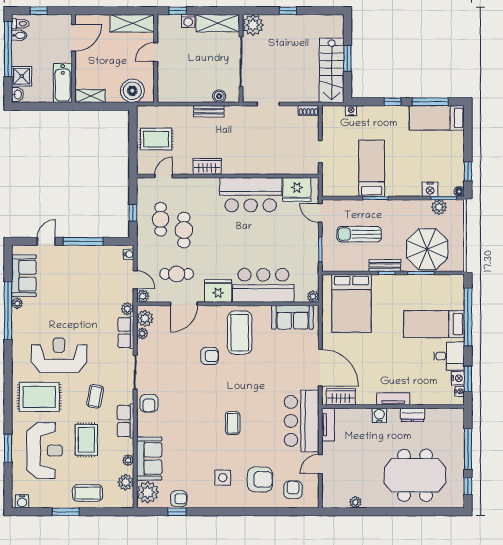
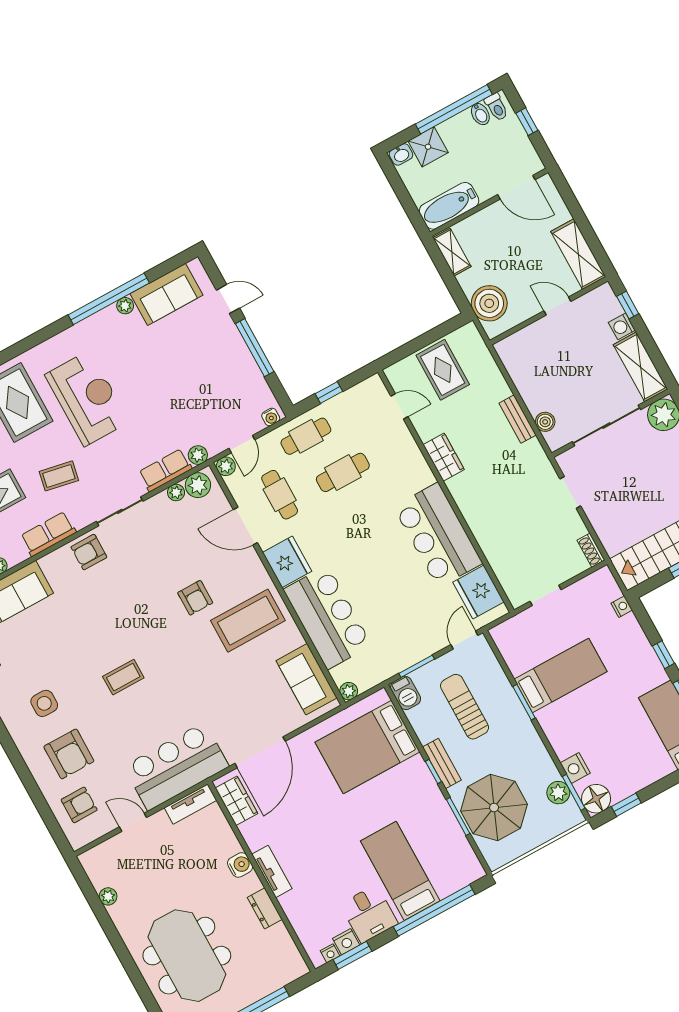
floor lamp: (459, 192) -> (596, 799), width x1.89, depth x1.89
cafe table: (161, 219) -> (306, 436), moved
barbecue: (332, 264) -> (405, 693), added

